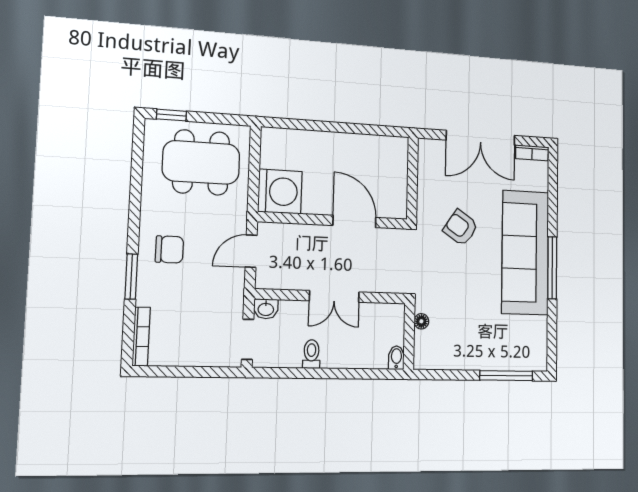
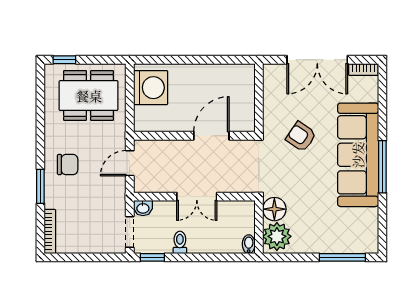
washing machine: (280, 191) -> (151, 88), moved
door: (354, 221) -> (211, 136), hinge flipped
floor lamp: (421, 321) -> (274, 209), width x1.89, depth x1.89
plant: (430, 349) -> (277, 236), added
window: (276, 373) -> (152, 257), added

